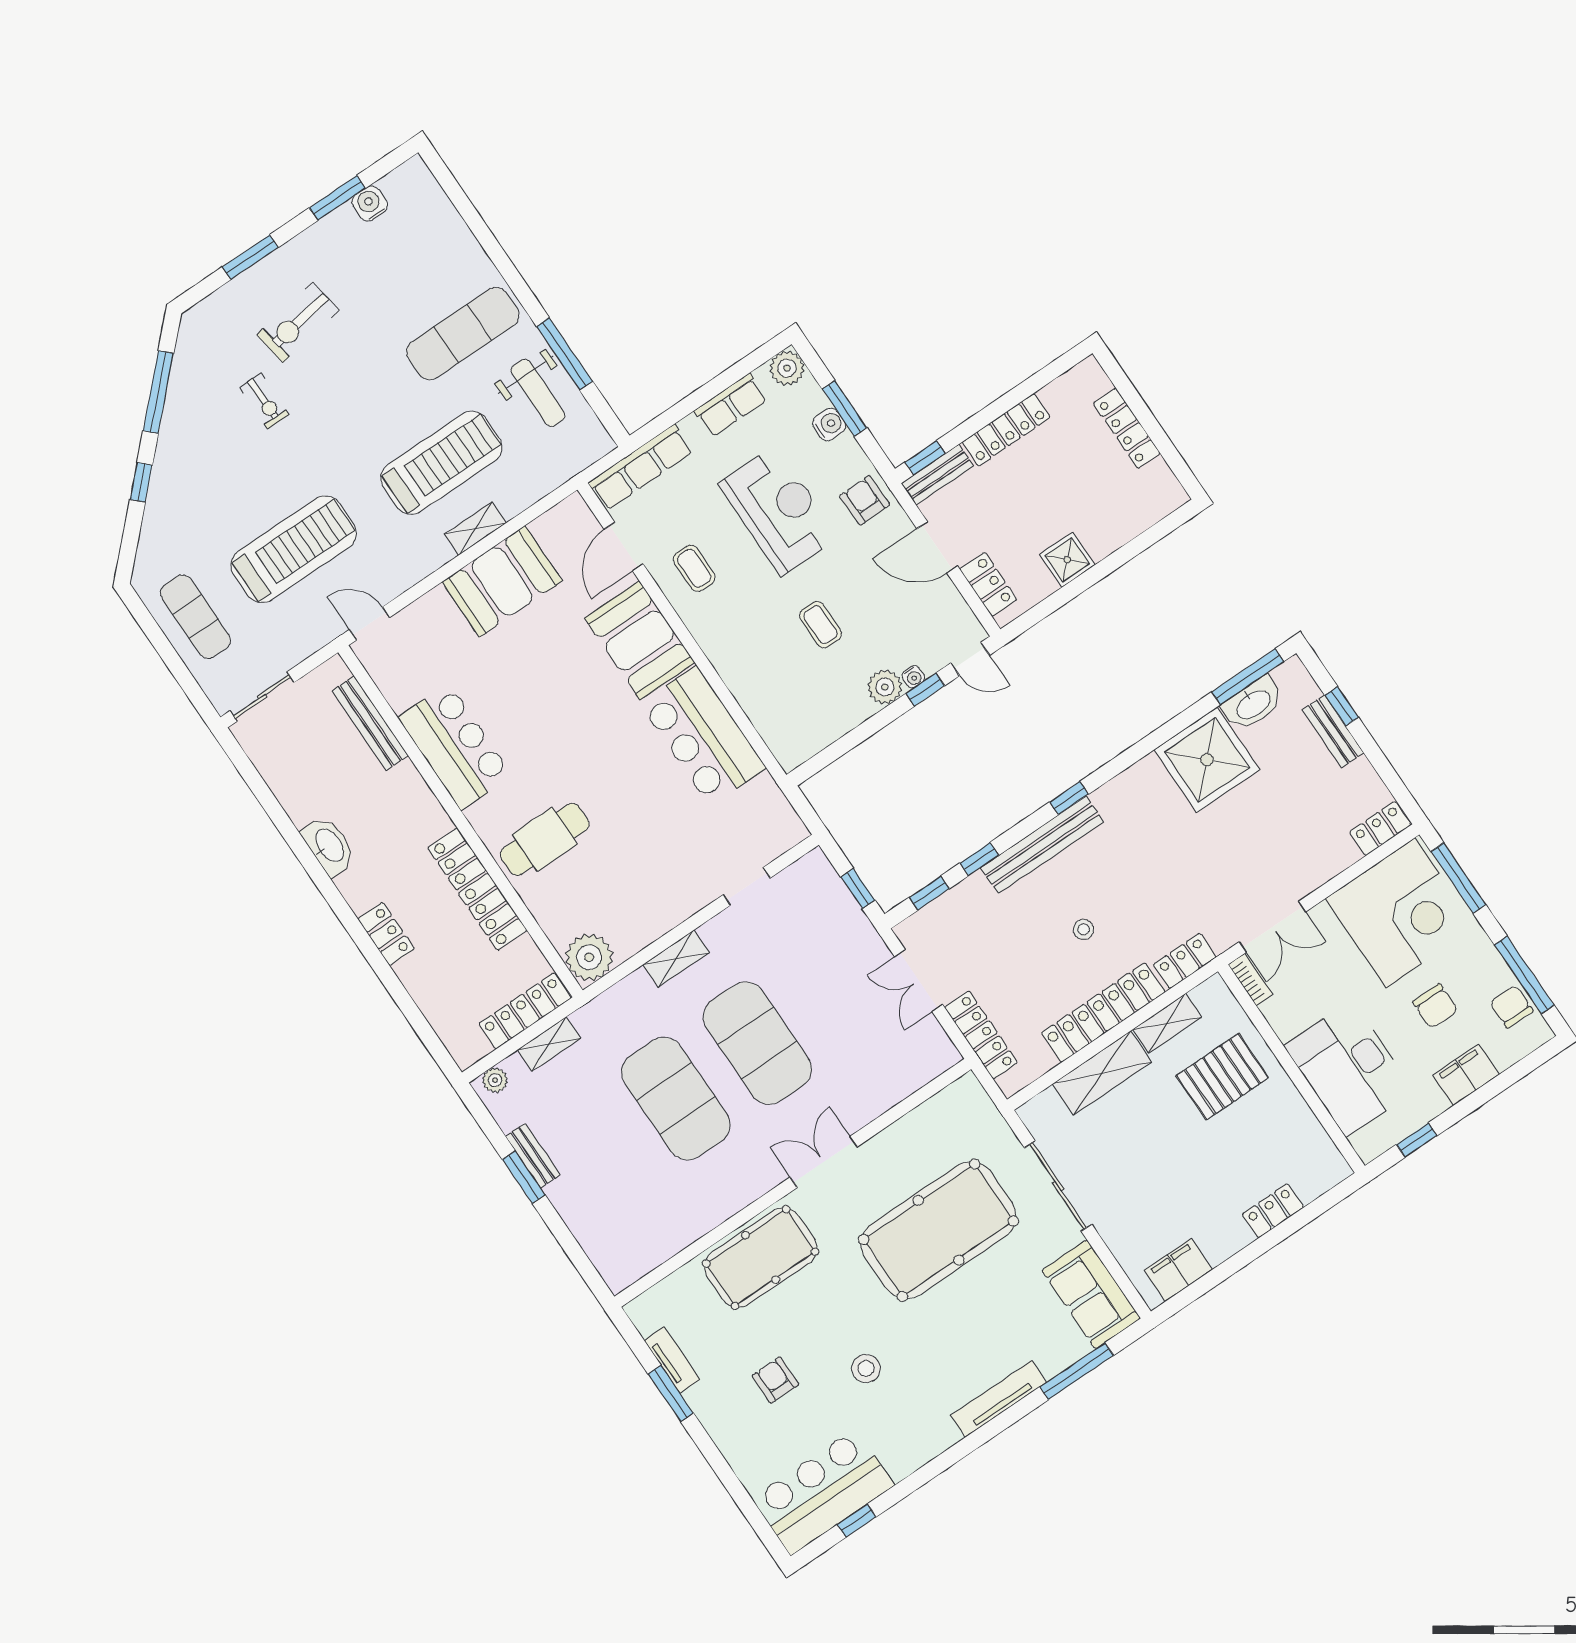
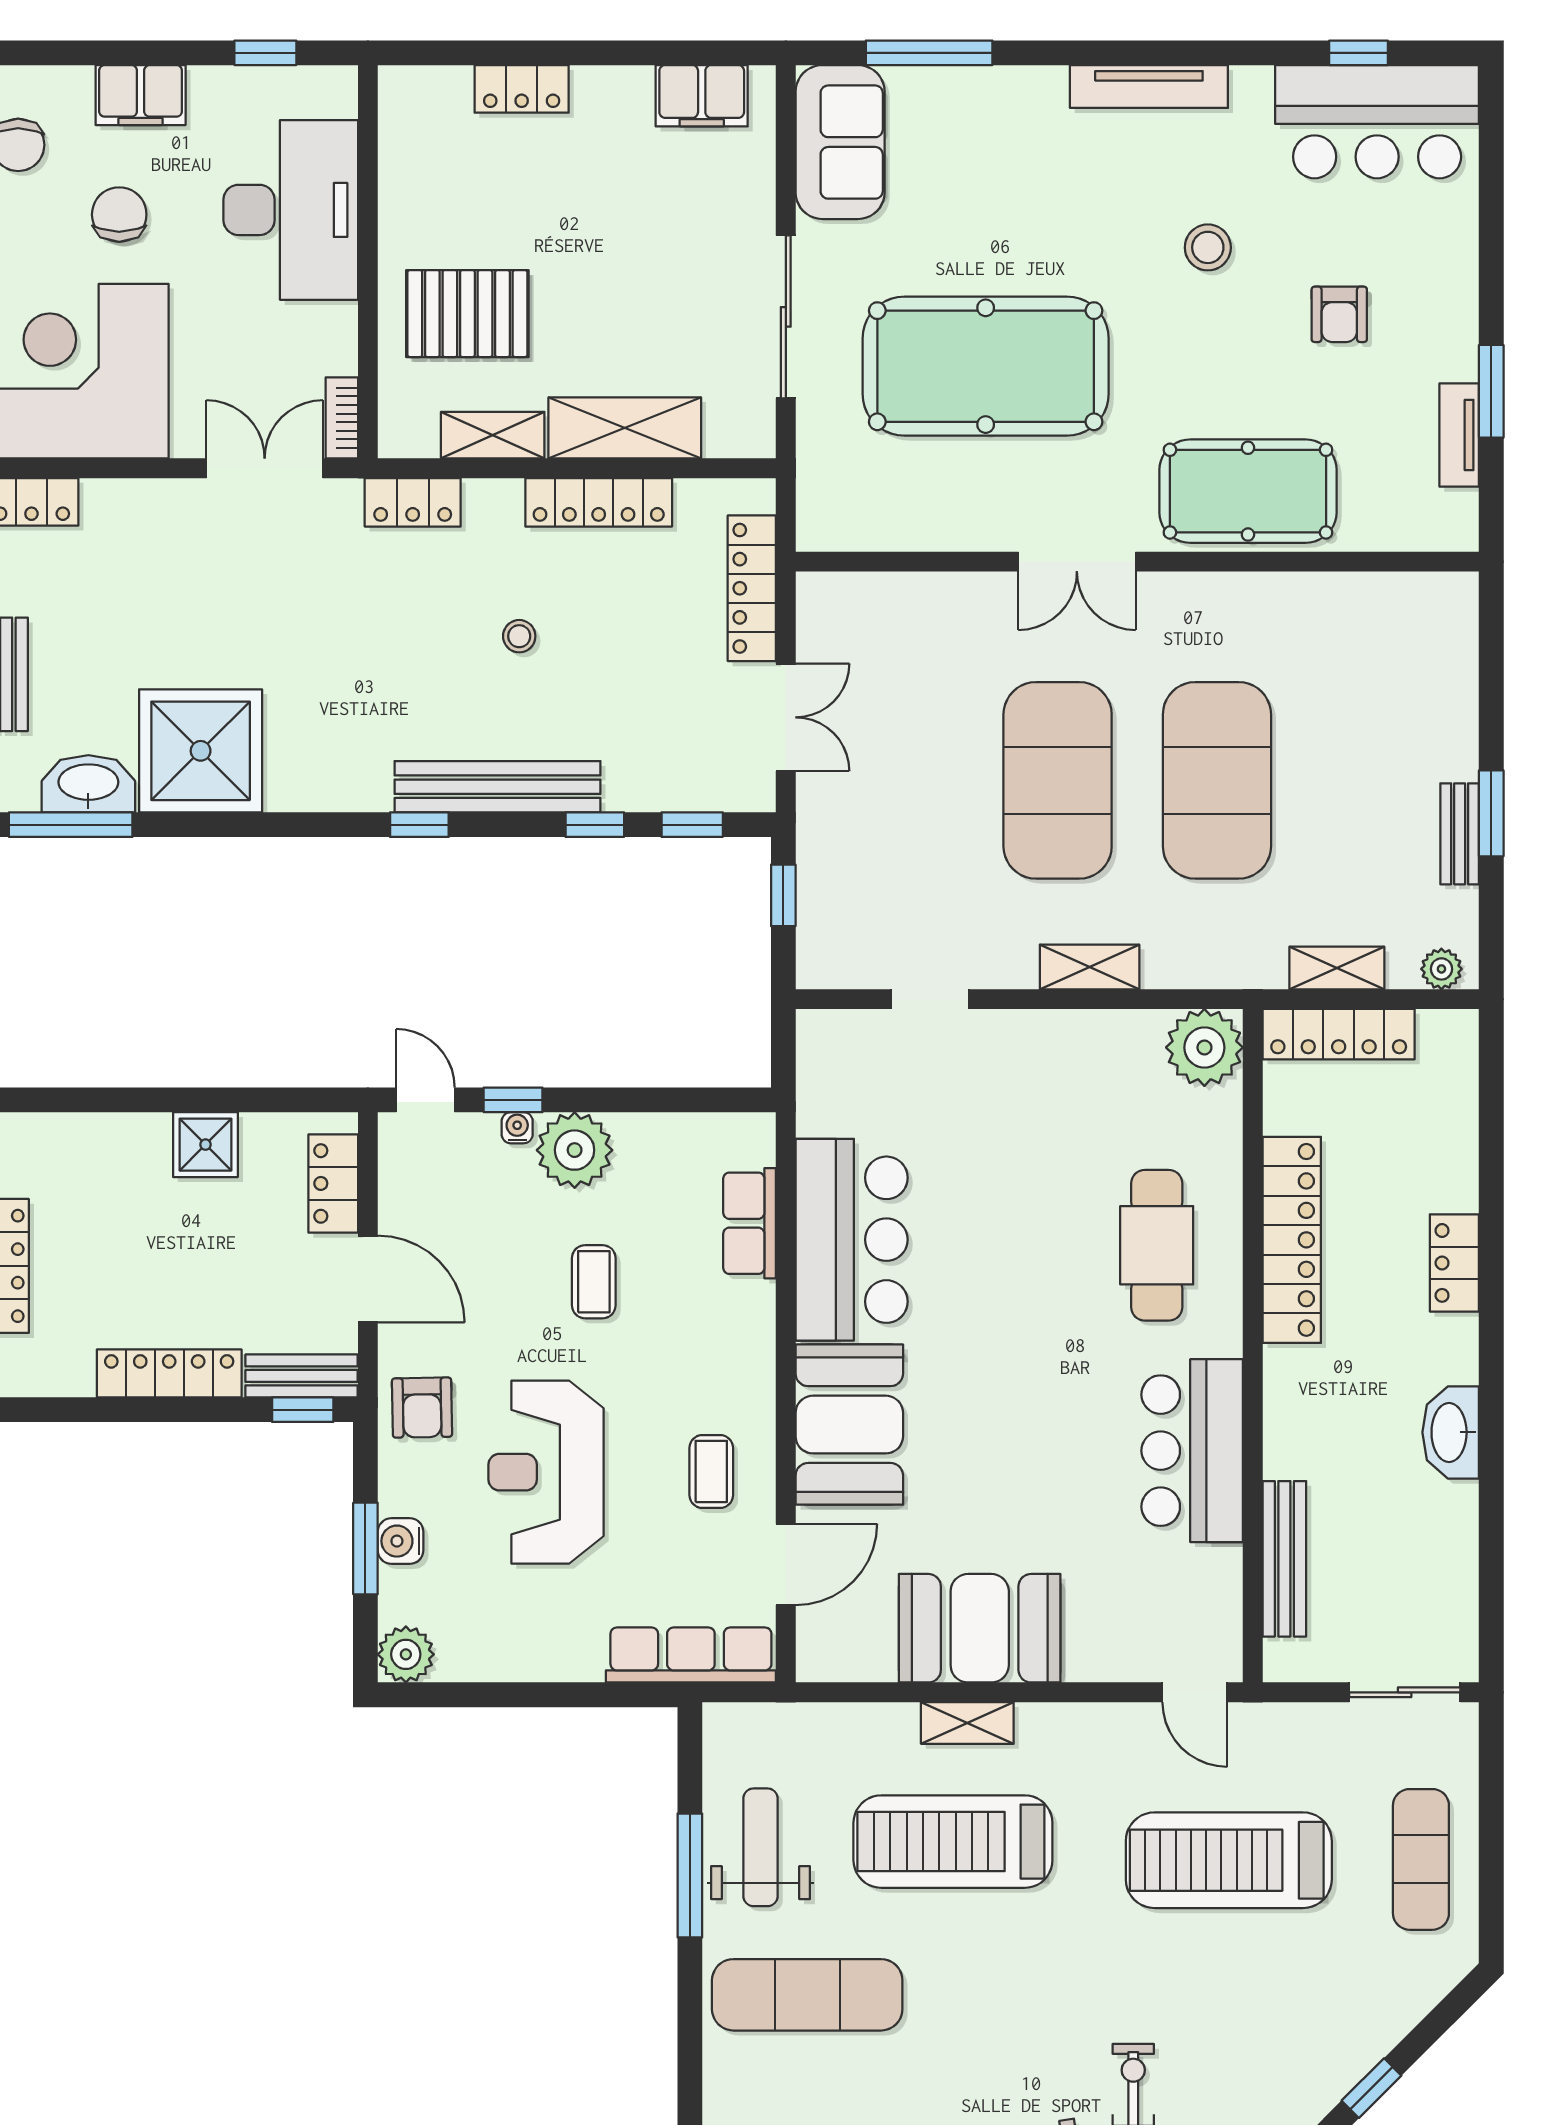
row of seats: (731, 405) -> (750, 1223), moved, turned -90
plant: (885, 687) -> (575, 1150), width x1.36, depth x1.36
cafe table: (545, 839) -> (1157, 1245), turned 90
locker: (1103, 1013) -> (599, 502), width x0.71, depth x0.83
tv unit: (999, 1399) -> (1149, 87), moved

